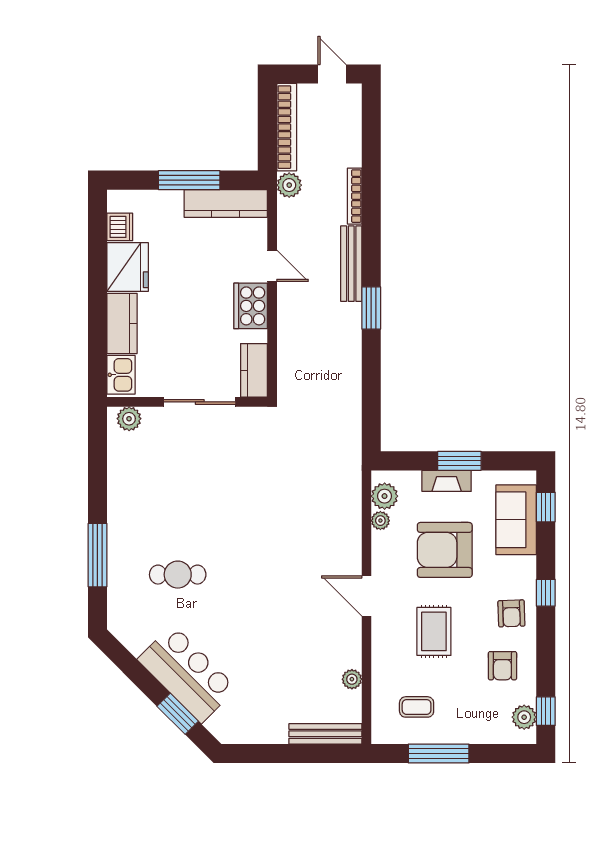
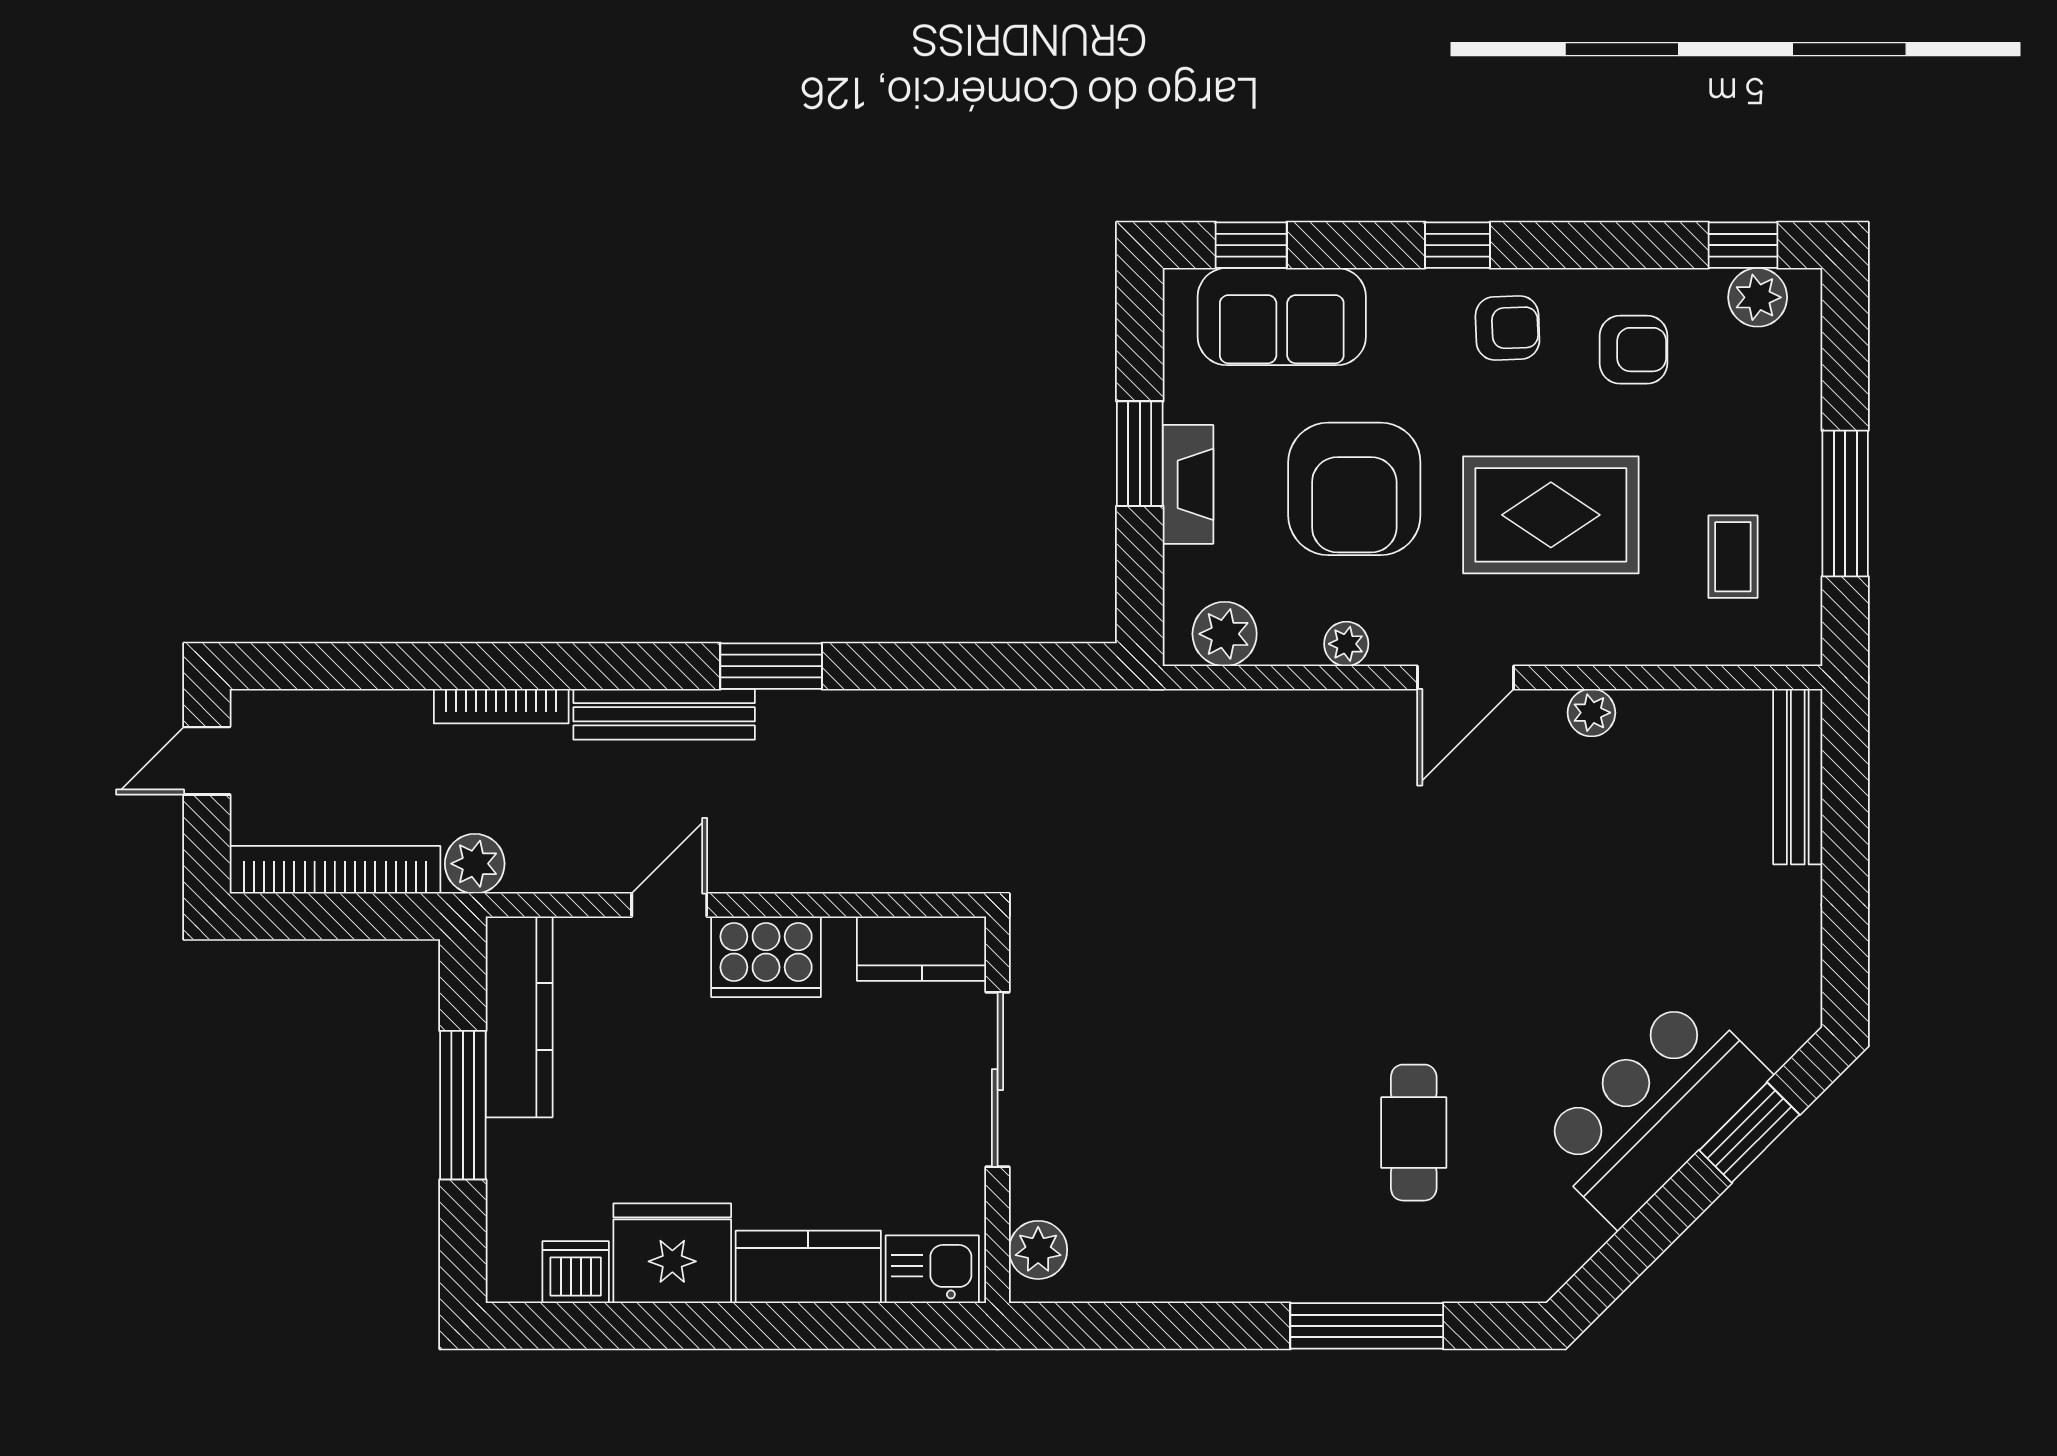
plant: (380, 521) -> (1346, 644), moved
rug: (434, 631) -> (1551, 515), width x1.36, depth x1.43
plant: (352, 679) -> (1591, 713), moved

